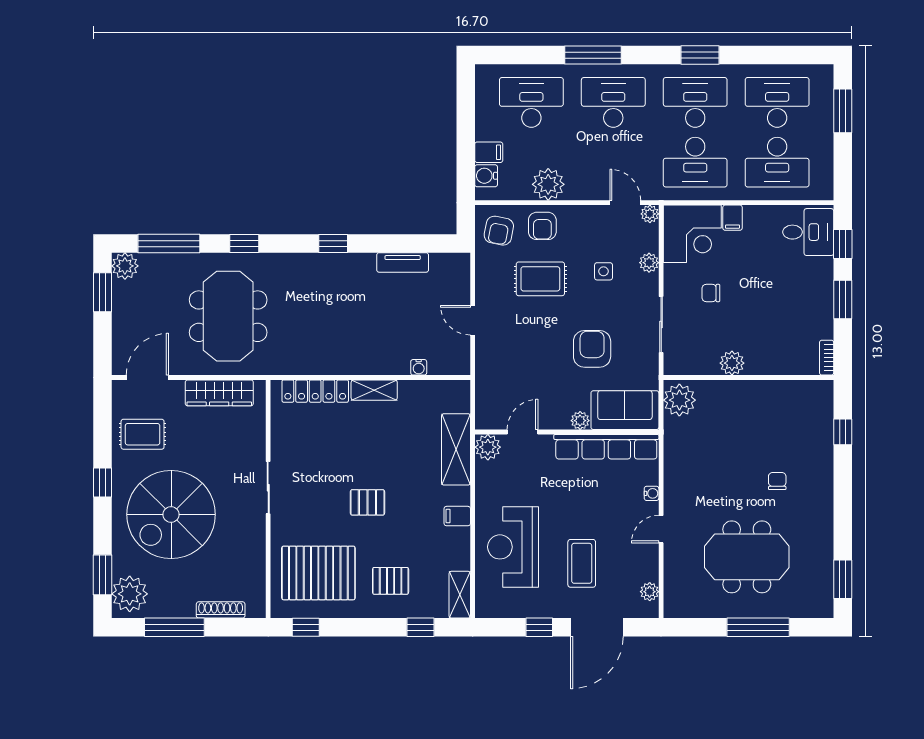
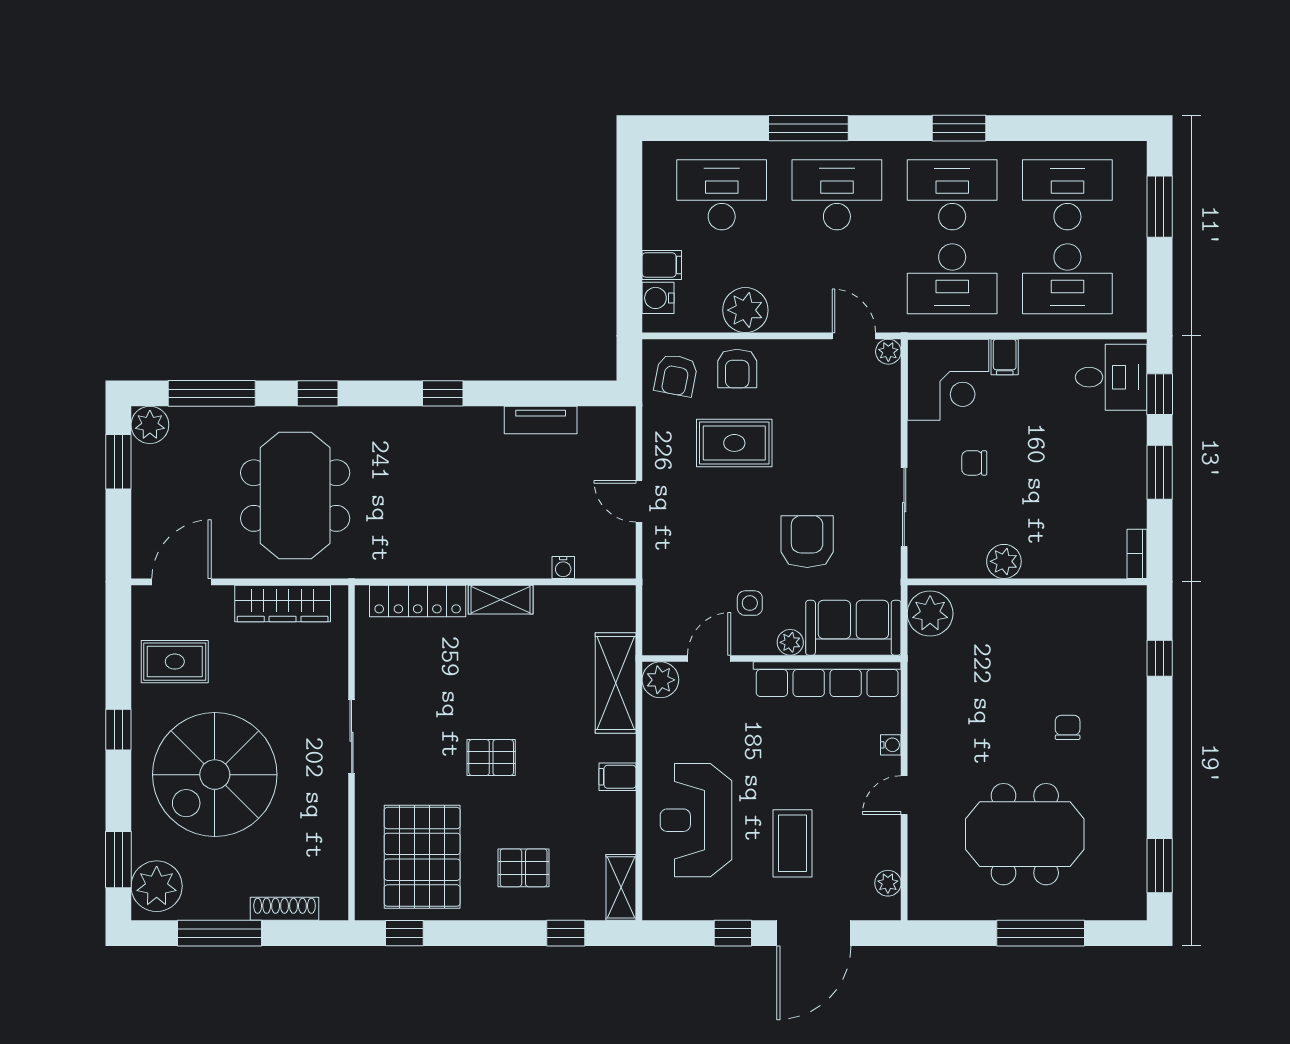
plant: (649, 263) -> (887, 420), removed
side table: (604, 271) -> (750, 603), moved
pallet: (318, 573) -> (422, 857), turned 90

